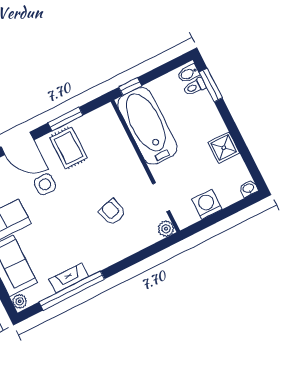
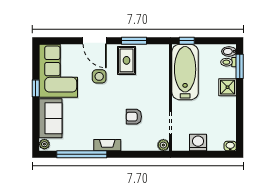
shower: (224, 148) -> (228, 87), moved
armchair: (112, 212) -> (134, 117), turned -74
fireplace: (69, 278) -> (107, 145), moved

